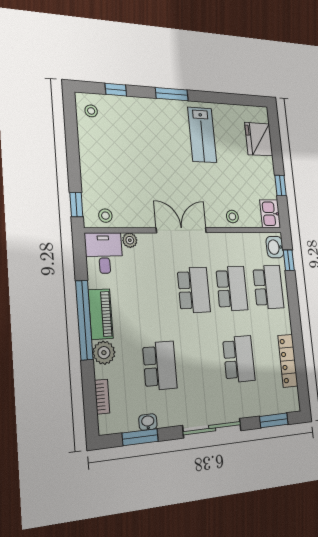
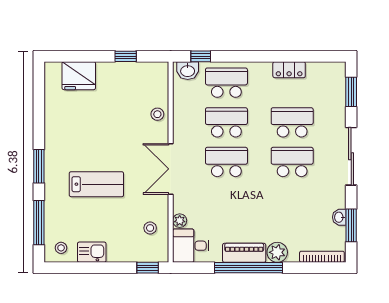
window: (116, 90) -> (39, 223), width x2.17
lab bench: (202, 135) -> (96, 184), moved
kitchen sink: (270, 214) -> (92, 252), moved, turned 180
stool: (105, 216) -> (150, 228), moved
locker: (288, 361) -> (289, 70), width x0.66
school desk: (160, 366) -> (292, 162), moved
bookcase: (102, 397) -> (322, 257), width x1.56

